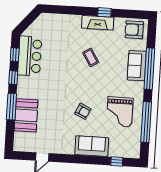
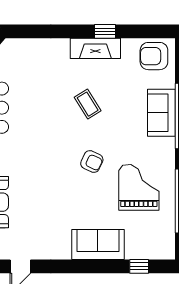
armchair: (83, 111) -> (92, 162), moved
grand piano: (120, 112) -> (139, 187), turned 180

